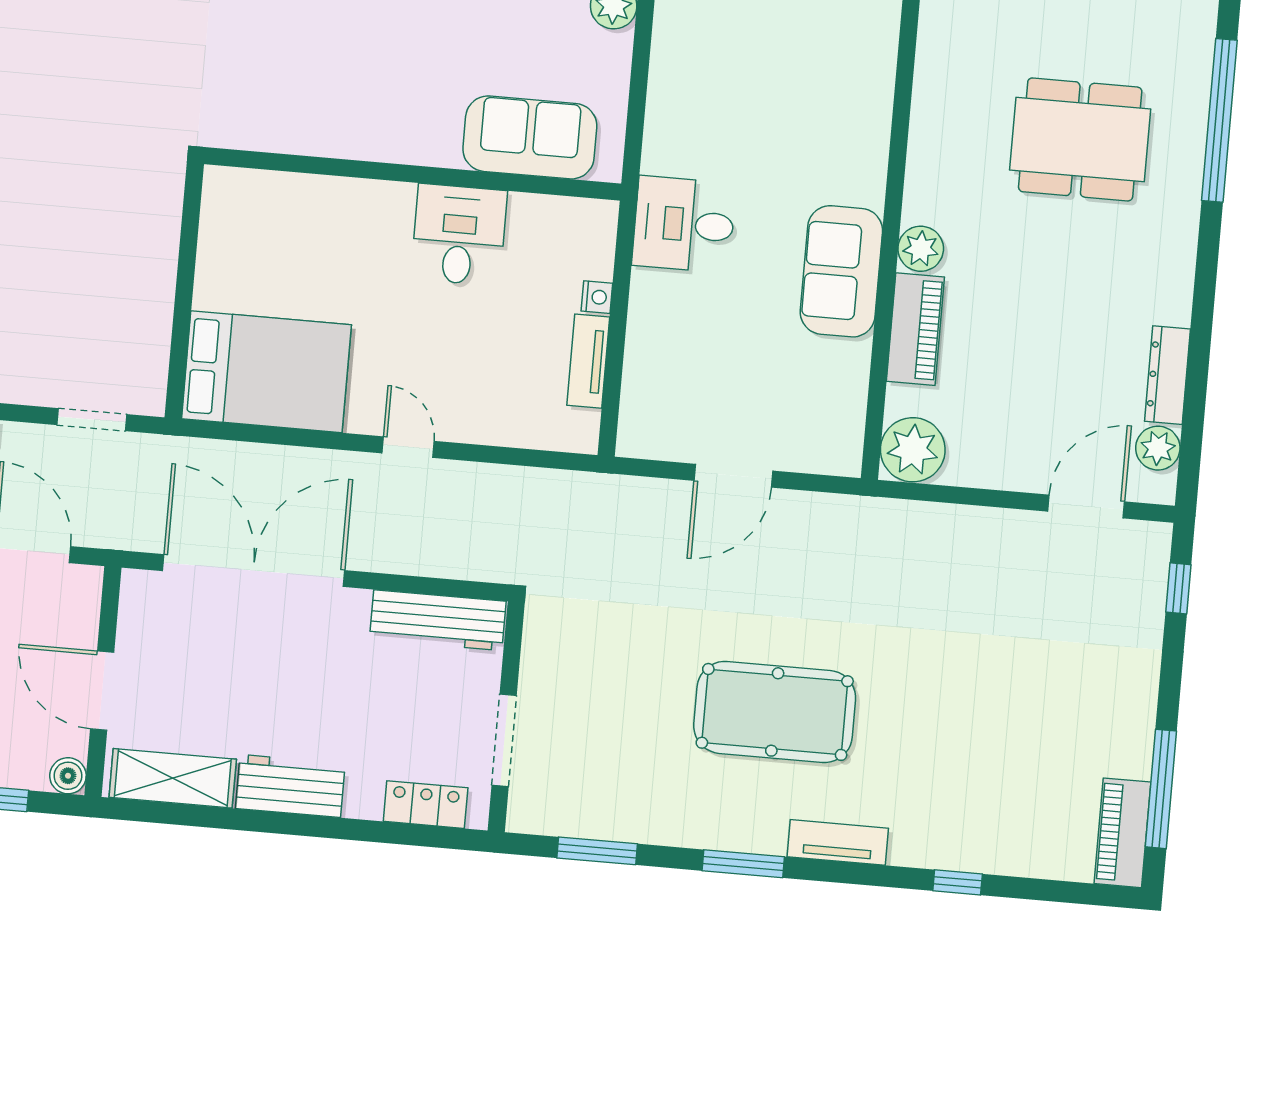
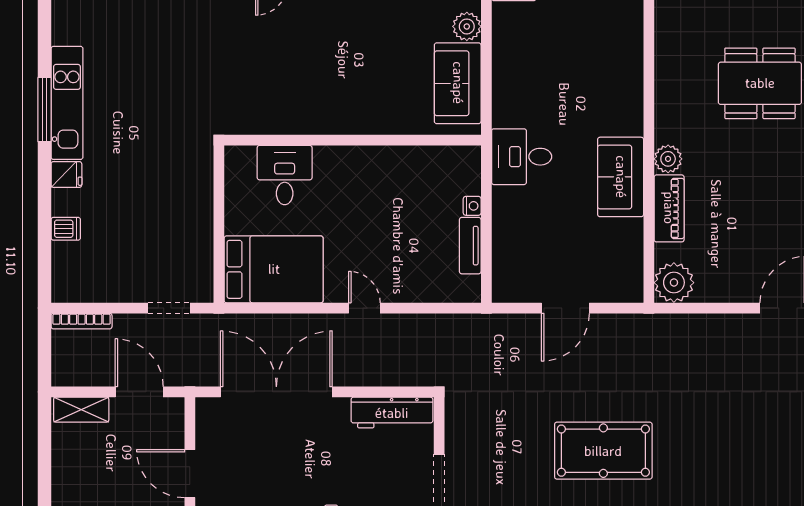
sofa: (530, 137) -> (458, 83), moved, turned -90
desk: (459, 235) -> (285, 175), moved

